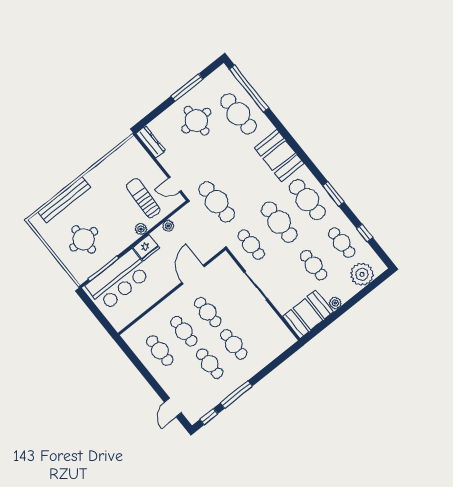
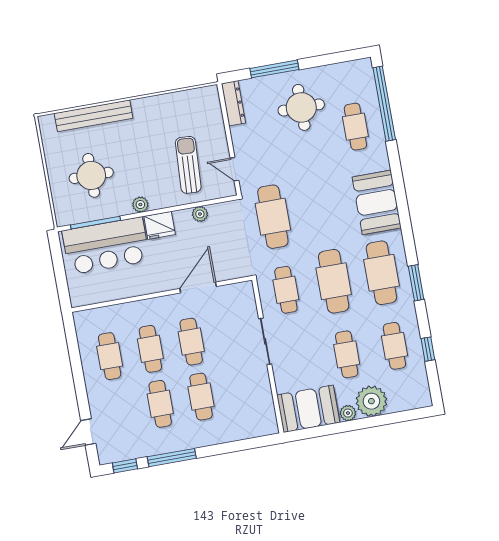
window: (187, 88) -> (274, 69), moved
cafe table: (238, 114) -> (355, 127), width x0.73, depth x0.74
plant: (141, 229) -> (140, 205), moved
plant: (362, 274) -> (371, 401), moved

